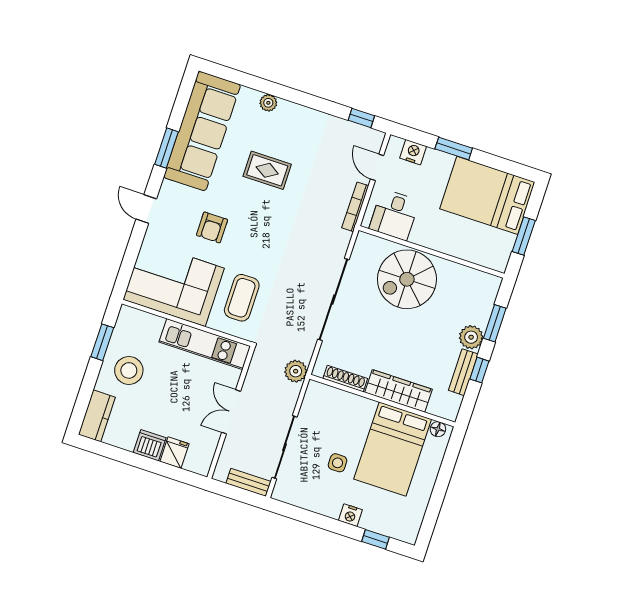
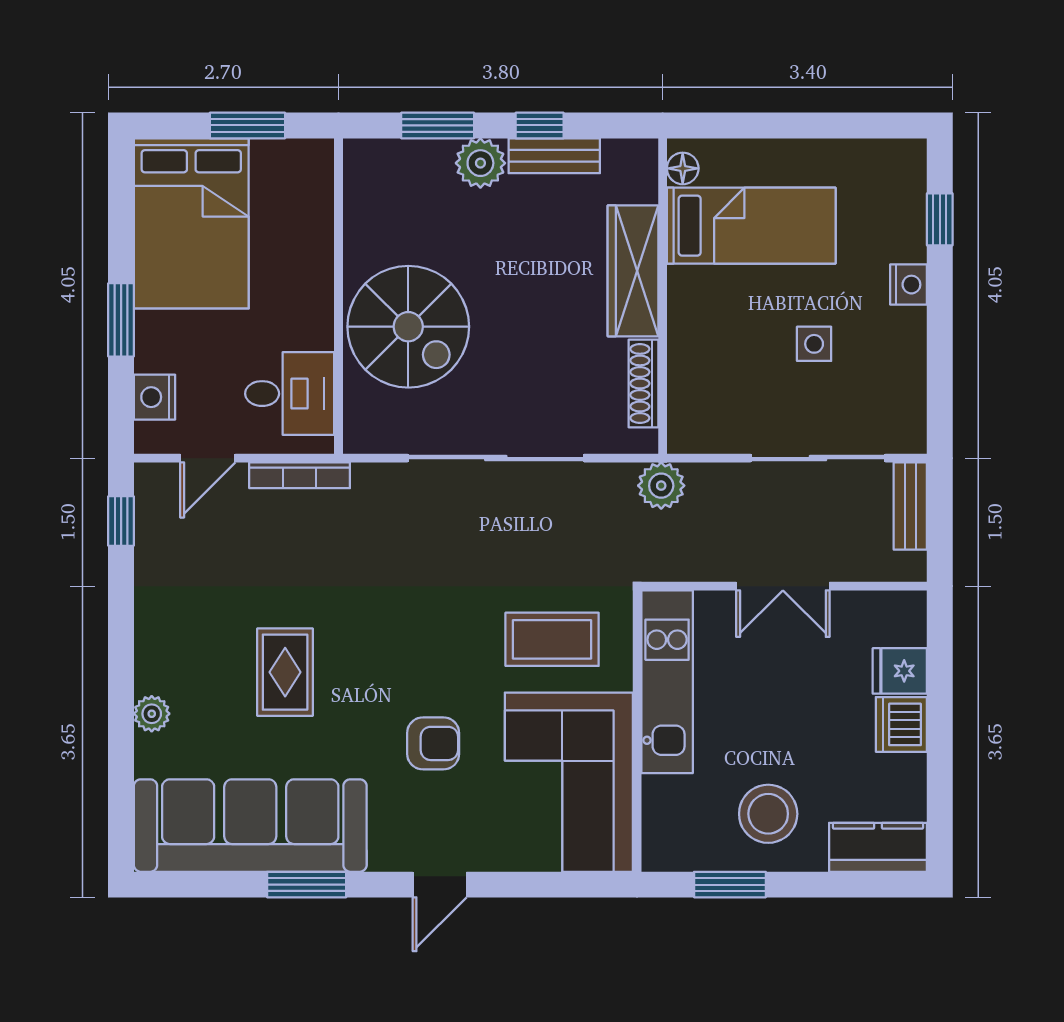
bed: (393, 449) -> (751, 226), width x0.67

